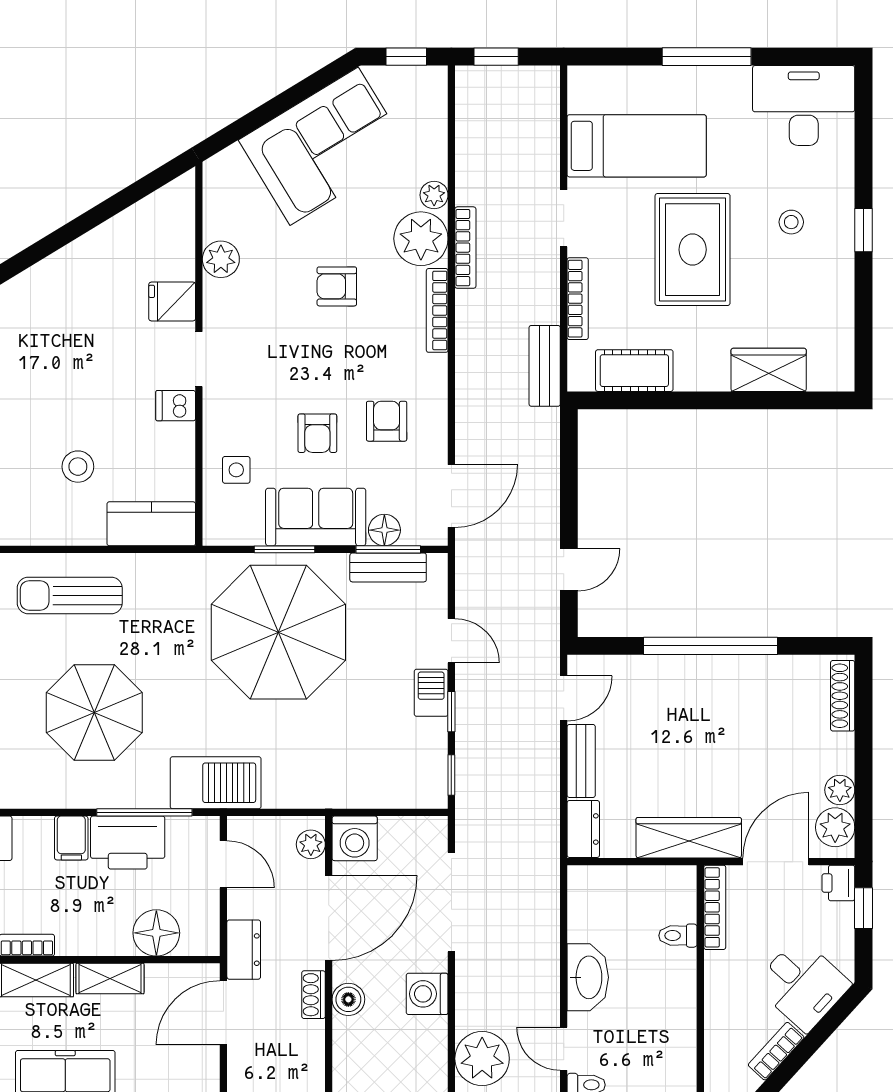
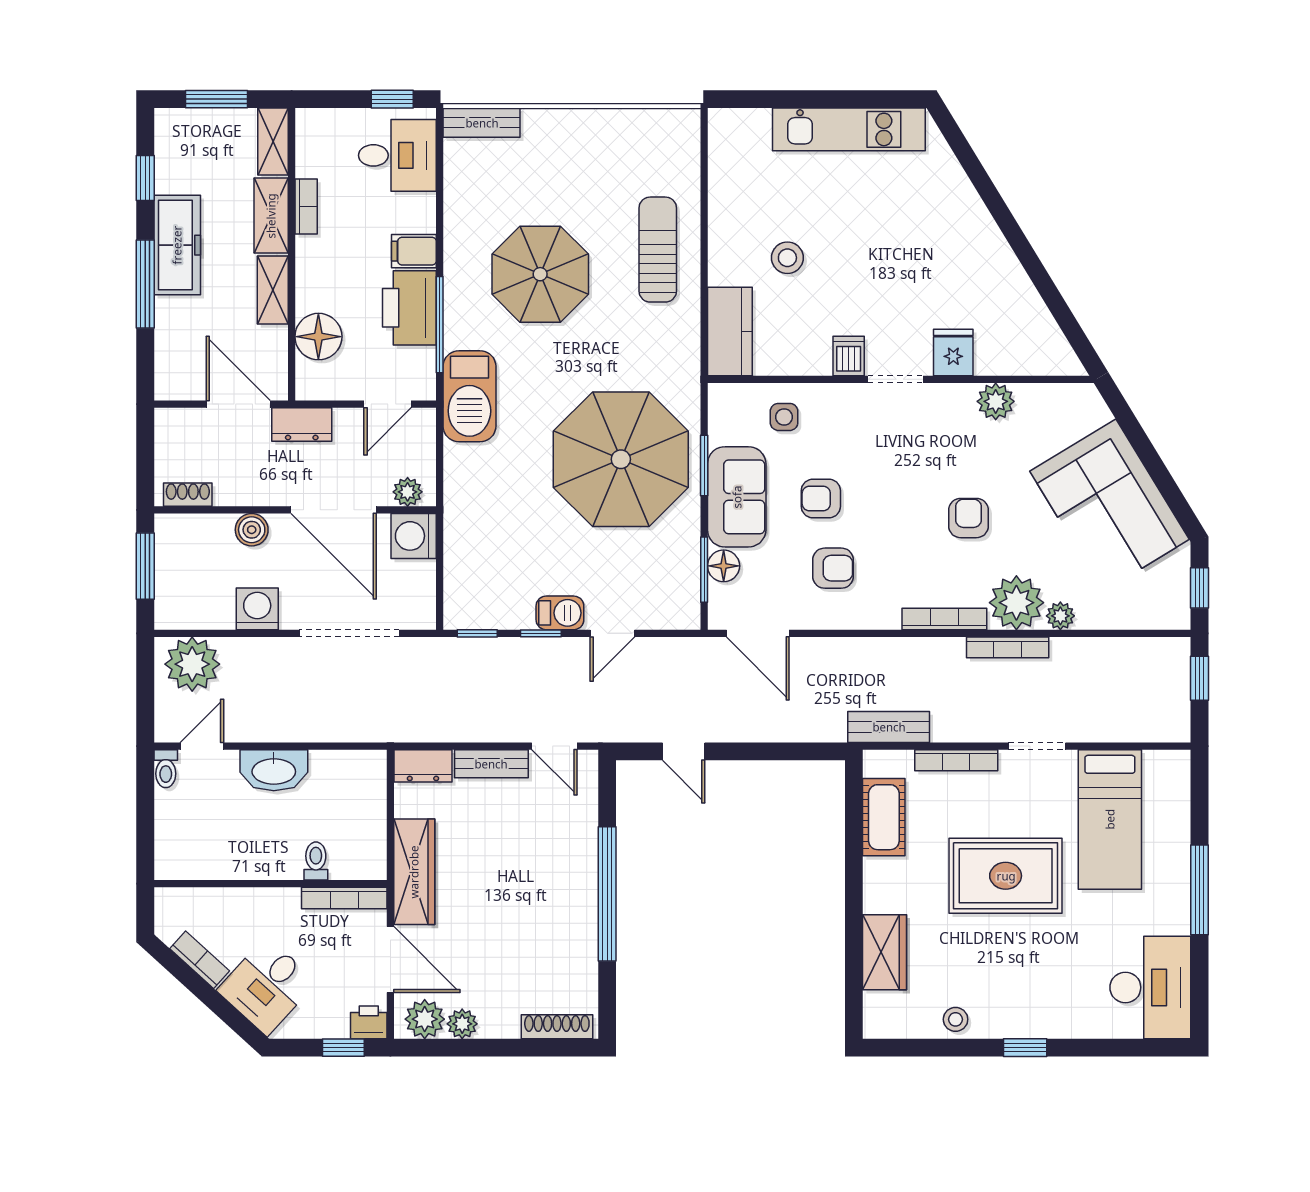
stool: (791, 222) -> (956, 1019), moved
bench: (388, 567) -> (686, 570), removed
shoe rack: (314, 995) -> (188, 495), moved

